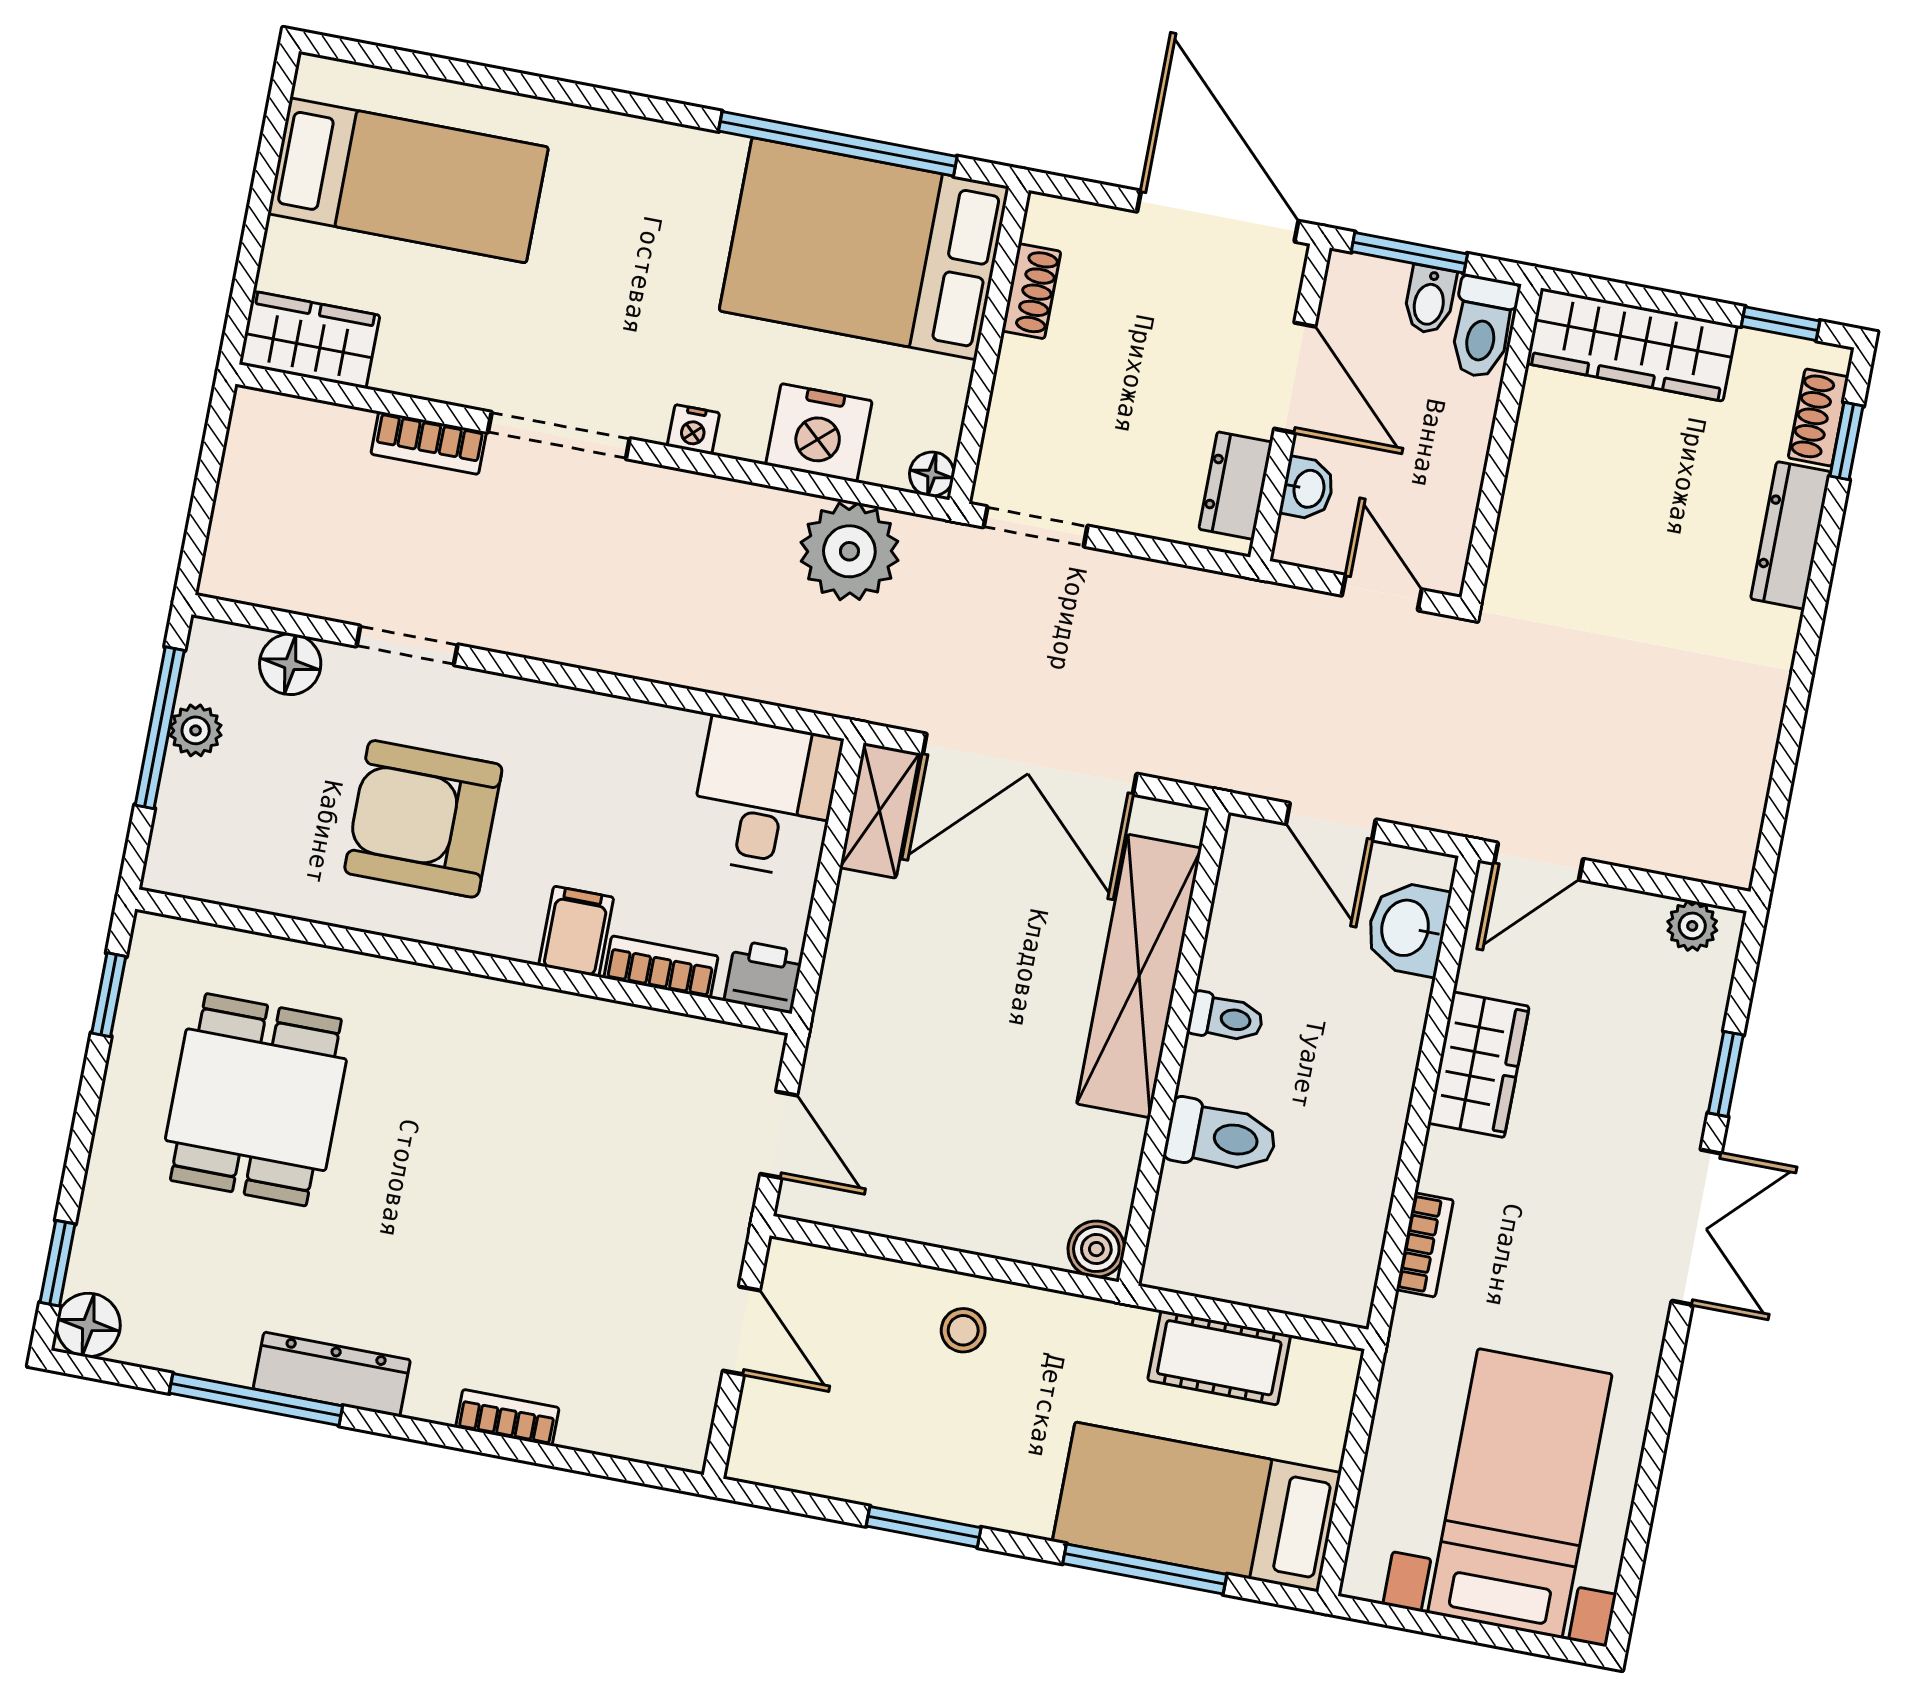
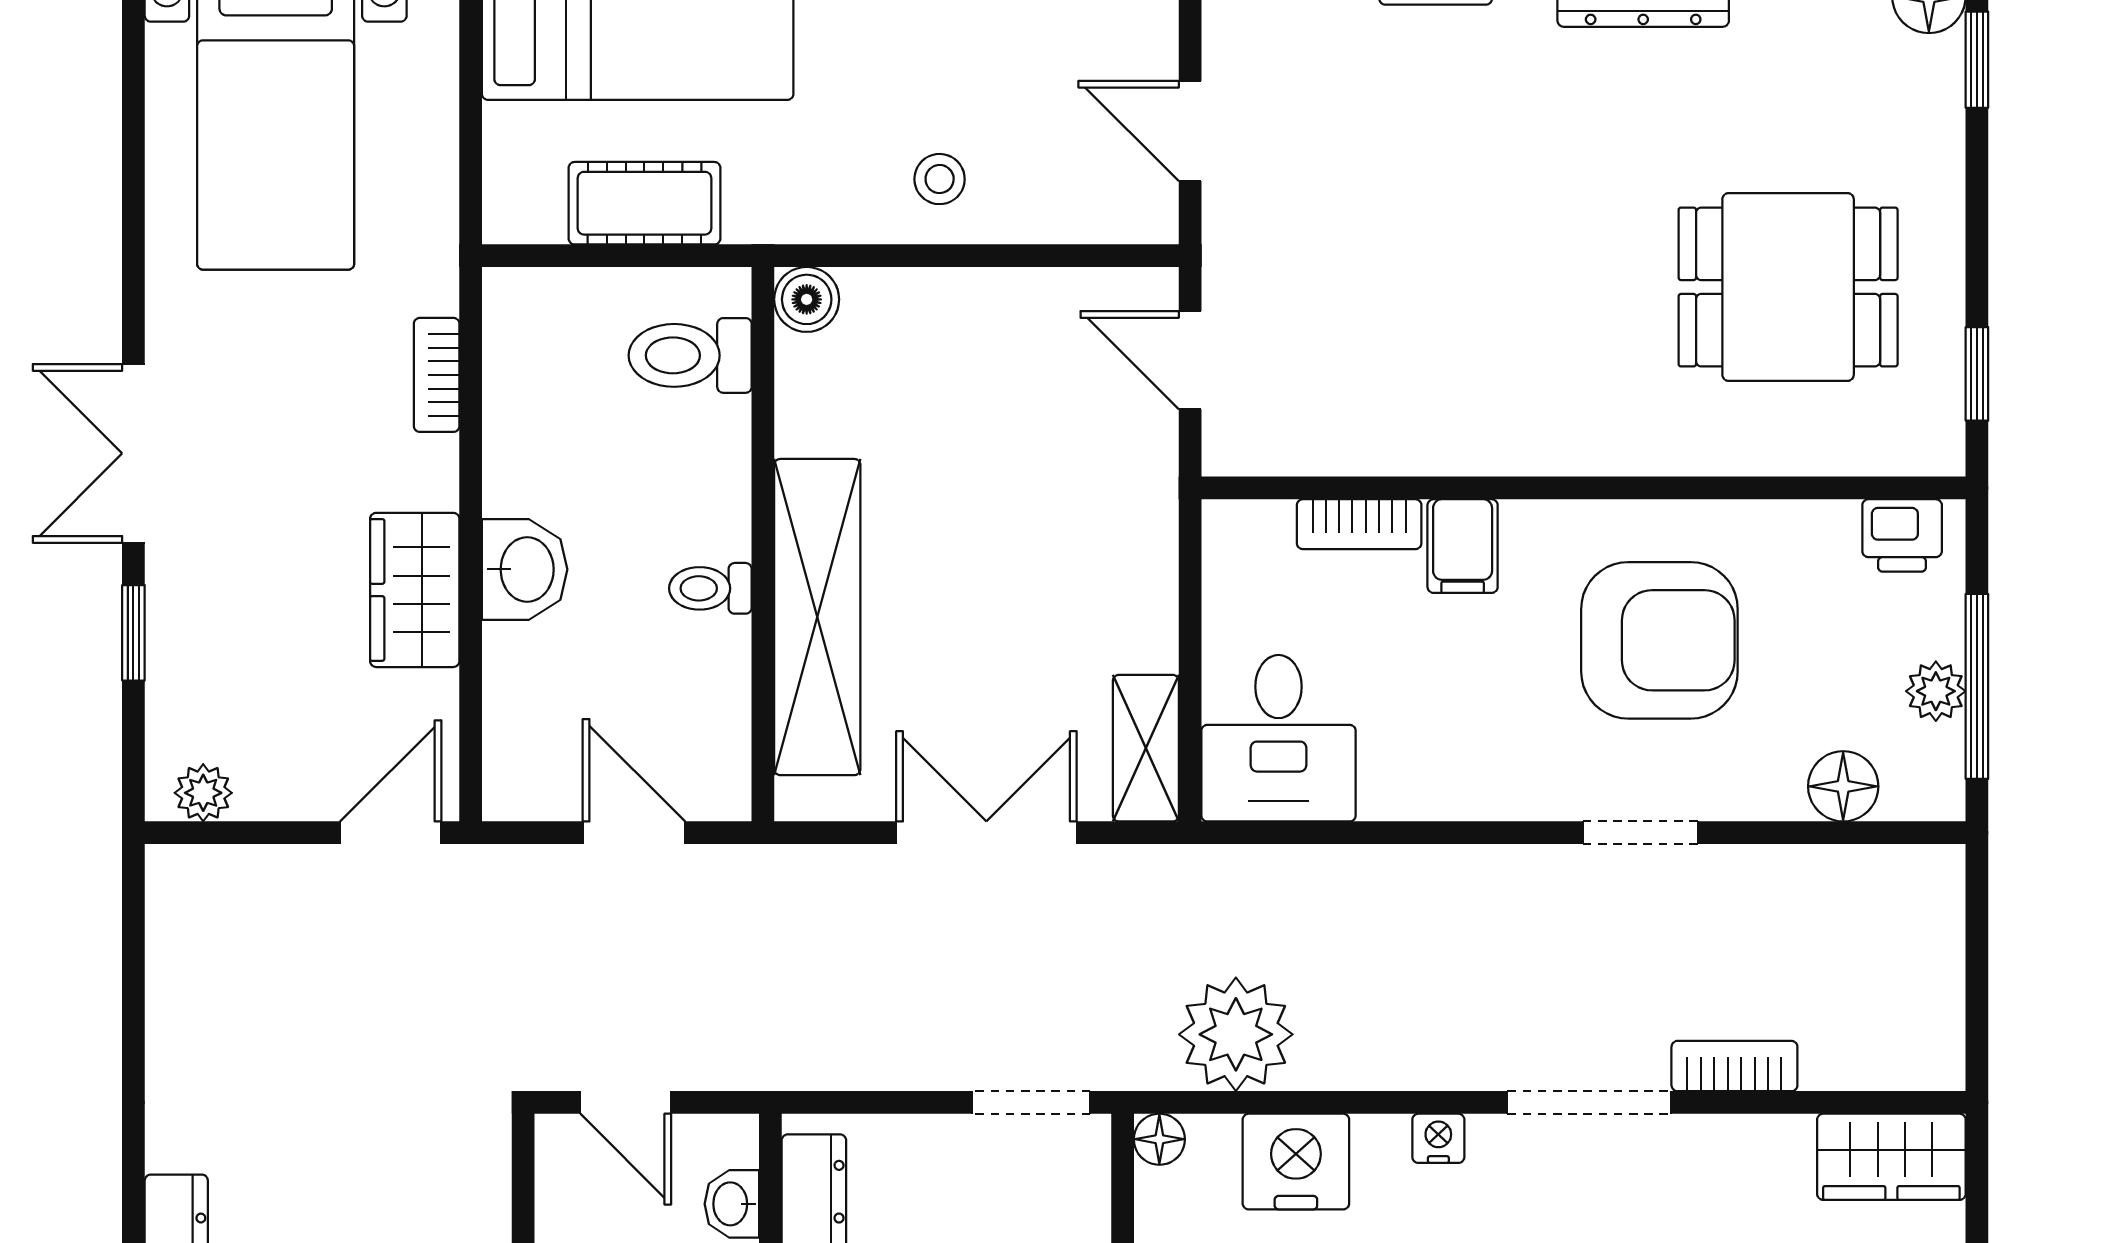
doorway: (407, 645) -> (1641, 833), moved
double door: (1030, 764) -> (986, 833), width x0.73
washbasin: (1407, 928) -> (525, 569), moved
printer: (764, 977) -> (1902, 535), moved
dining table: (256, 1100) -> (1788, 287), turned 90
toilet: (1221, 1137) -> (690, 355), moved

